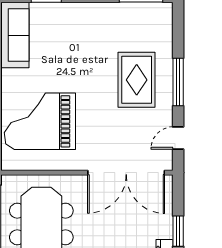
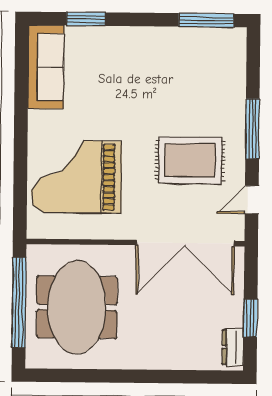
rug: (137, 80) -> (190, 160), moved, turned 90

